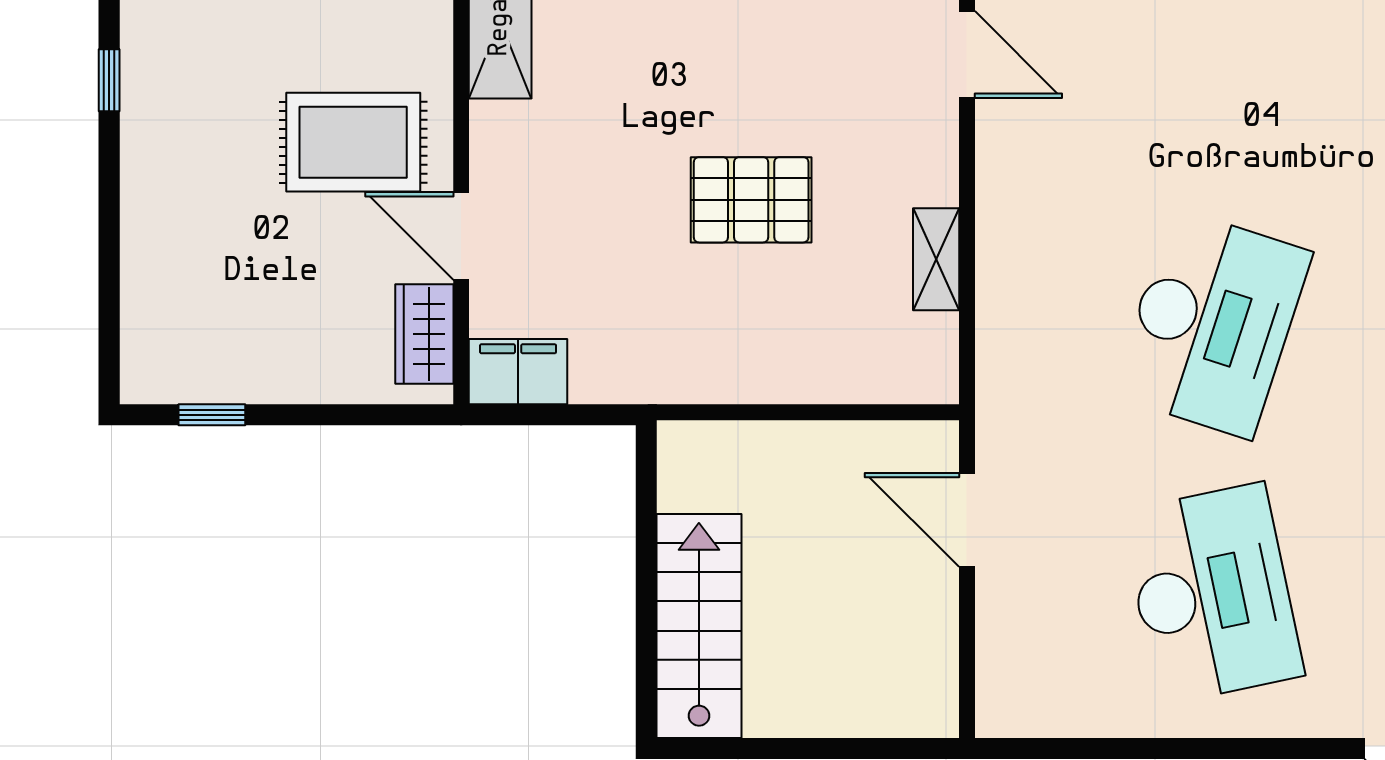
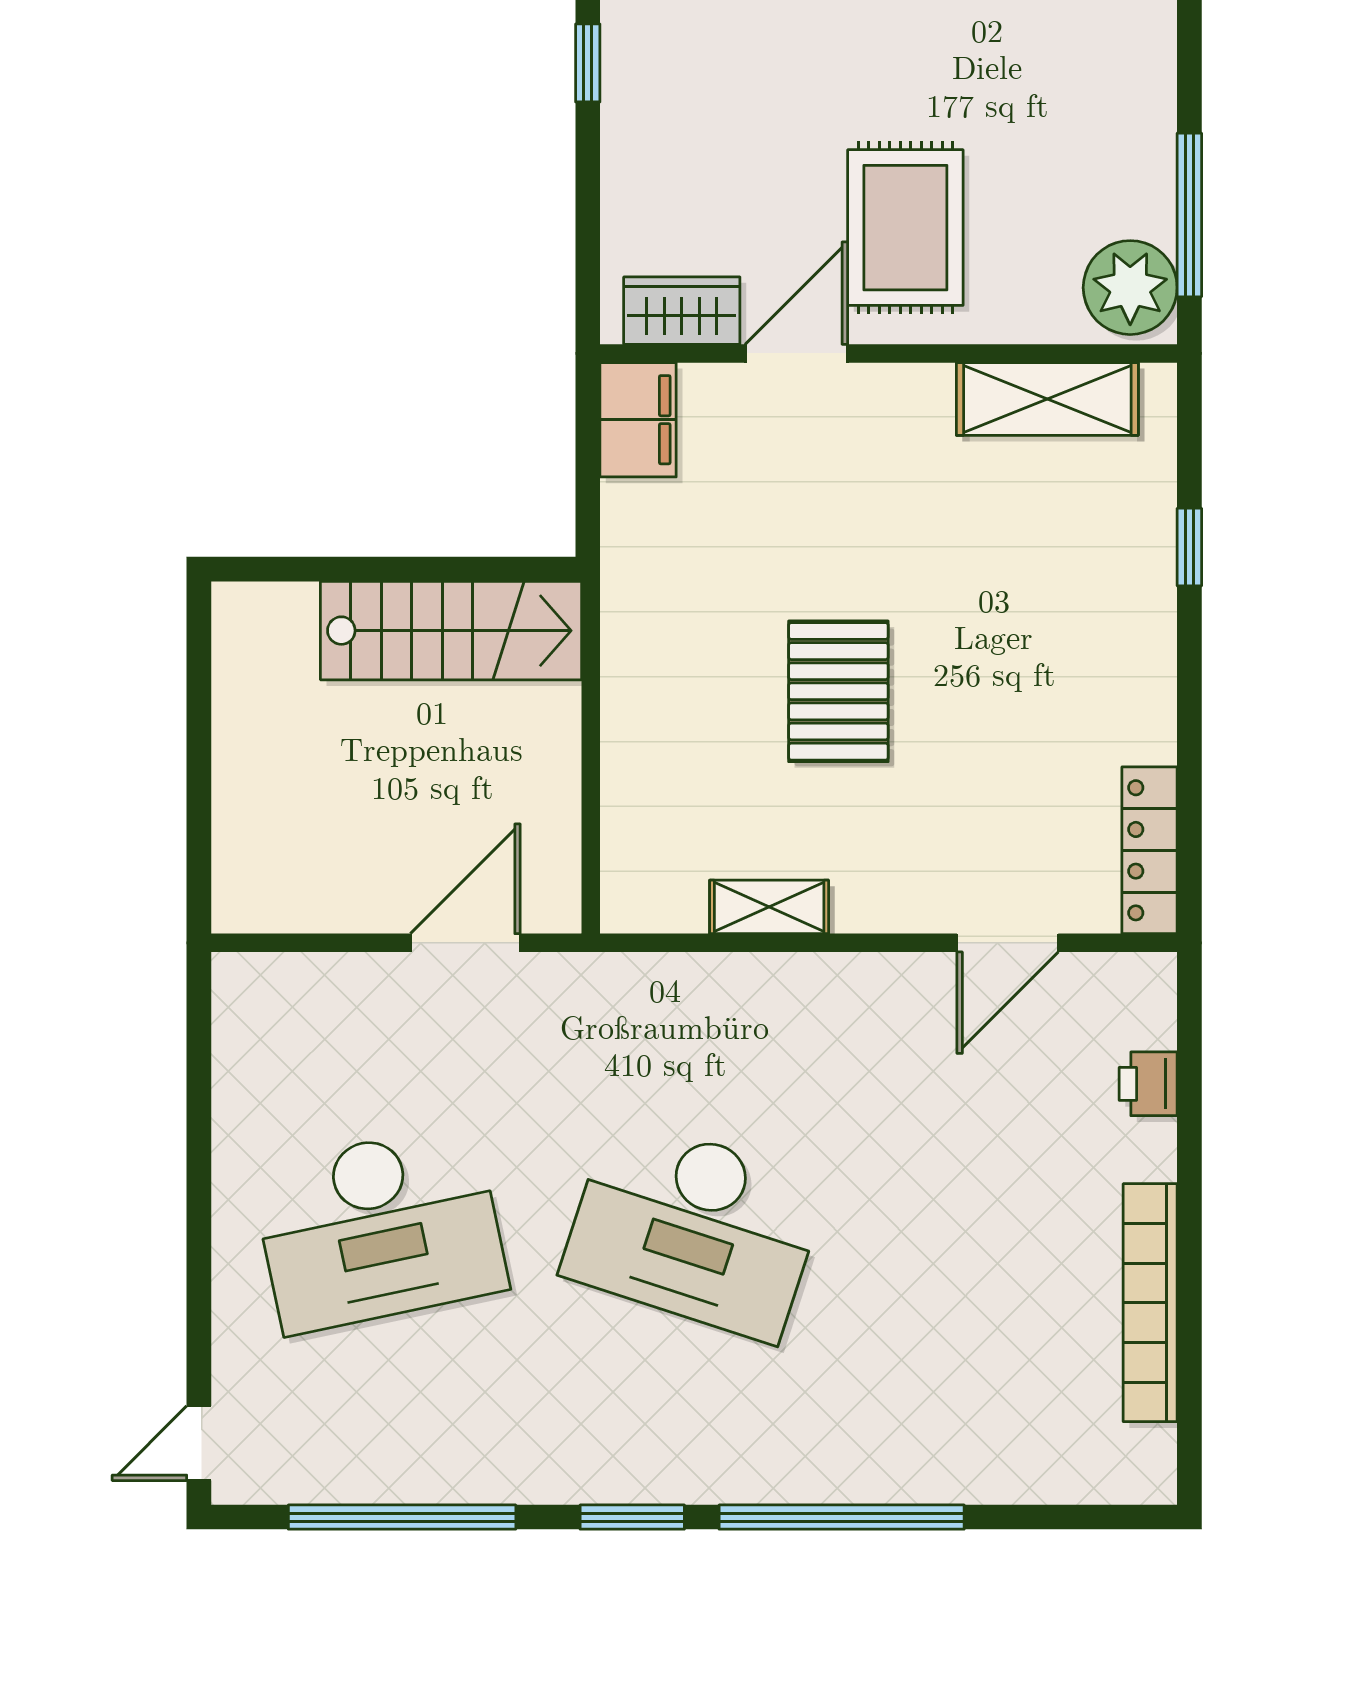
stairs: (699, 626) -> (451, 631), moved

